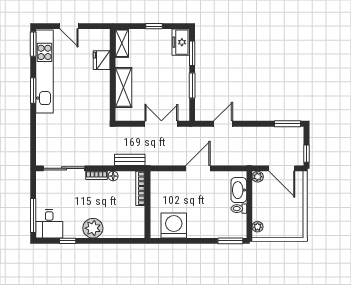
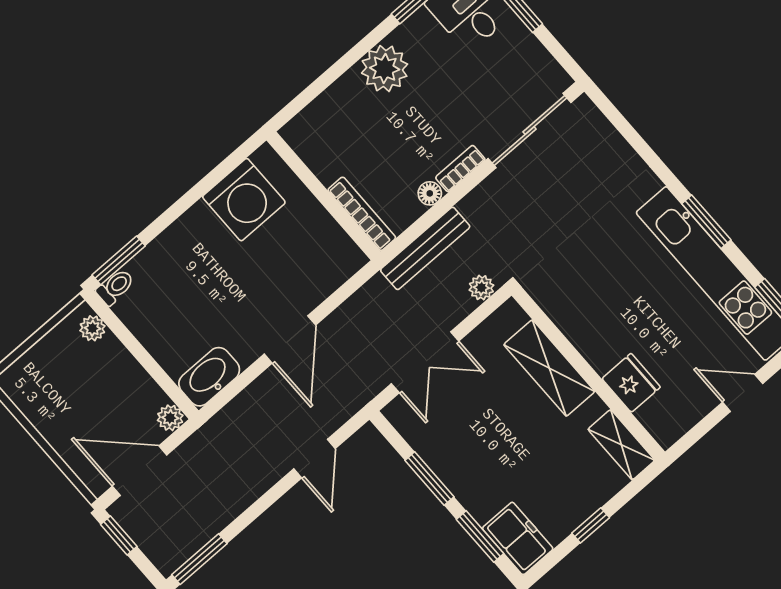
plant: (123, 132) -> (481, 288), added
bench: (130, 160) -> (425, 248), width x1.36
washbasin: (239, 190) -> (209, 377), moved, turned -90
toilet: (239, 209) -> (115, 287), moved

